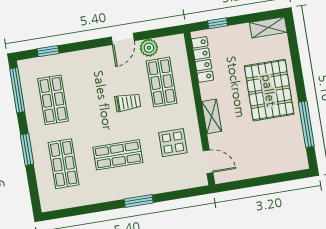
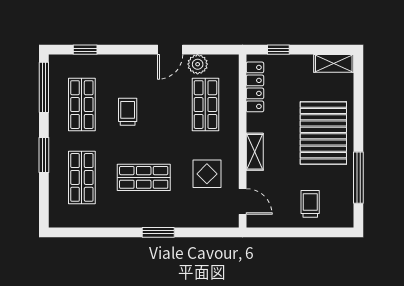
trolley: (128, 102) -> (128, 112), moved, turned -90
trolley: (268, 154) -> (310, 204), added

